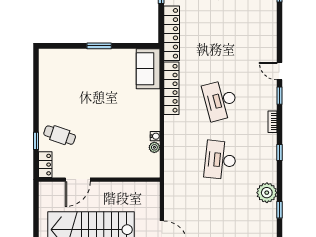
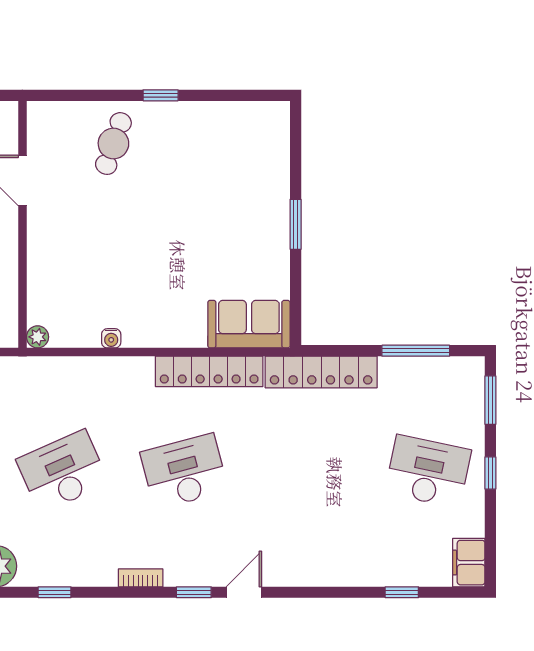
window: (36, 141) -> (161, 95), moved
plant: (154, 147) -> (38, 337), moved
window: (280, 152) -> (55, 592), moved
desk: (220, 160) -> (63, 471), turned -30
locker: (45, 165) -> (53, 114), removed

